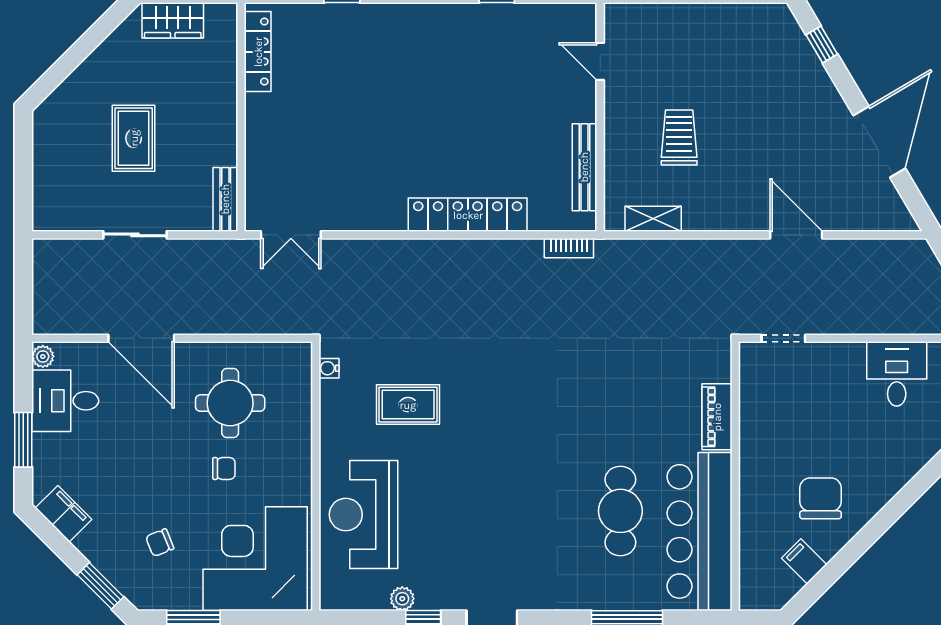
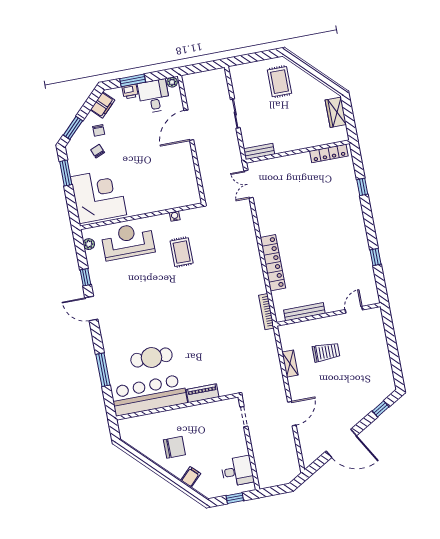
rug: (134, 138) -> (279, 82), moved, turned 90
shelving: (653, 219) -> (290, 364), moved
bookcase: (569, 248) -> (266, 312), width x1.56
water cooler: (329, 368) -> (175, 216), moved
round table: (230, 403) -> (167, 171), removed
printer: (46, 449) -> (130, 92), added
chair: (224, 468) -> (99, 130), moved
filing cabinet: (804, 561) -> (191, 477), moved
plant: (402, 599) -> (89, 244), moved

